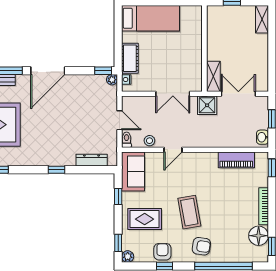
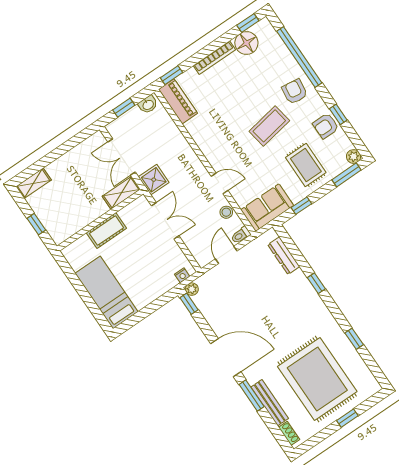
cot: (130, 58) -> (106, 231), moved
piano: (236, 160) -> (178, 101), moved
window: (118, 243) -> (347, 175), width x1.50

